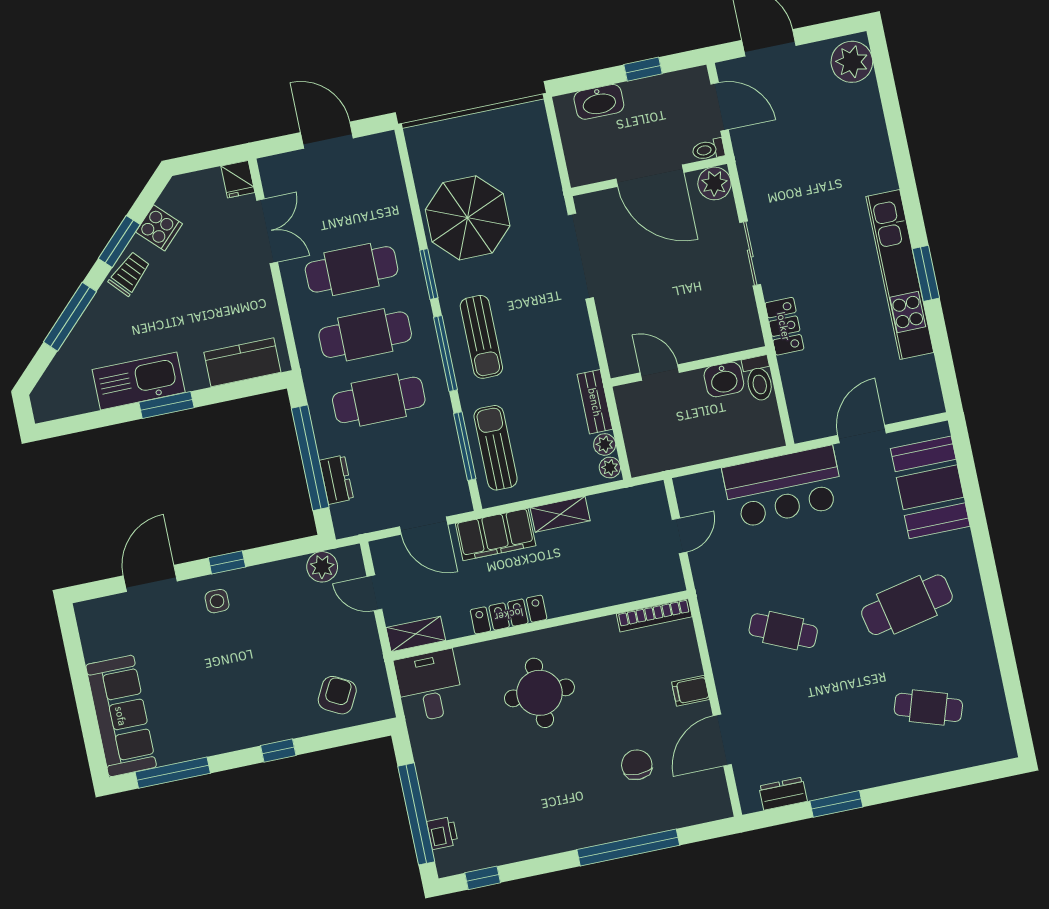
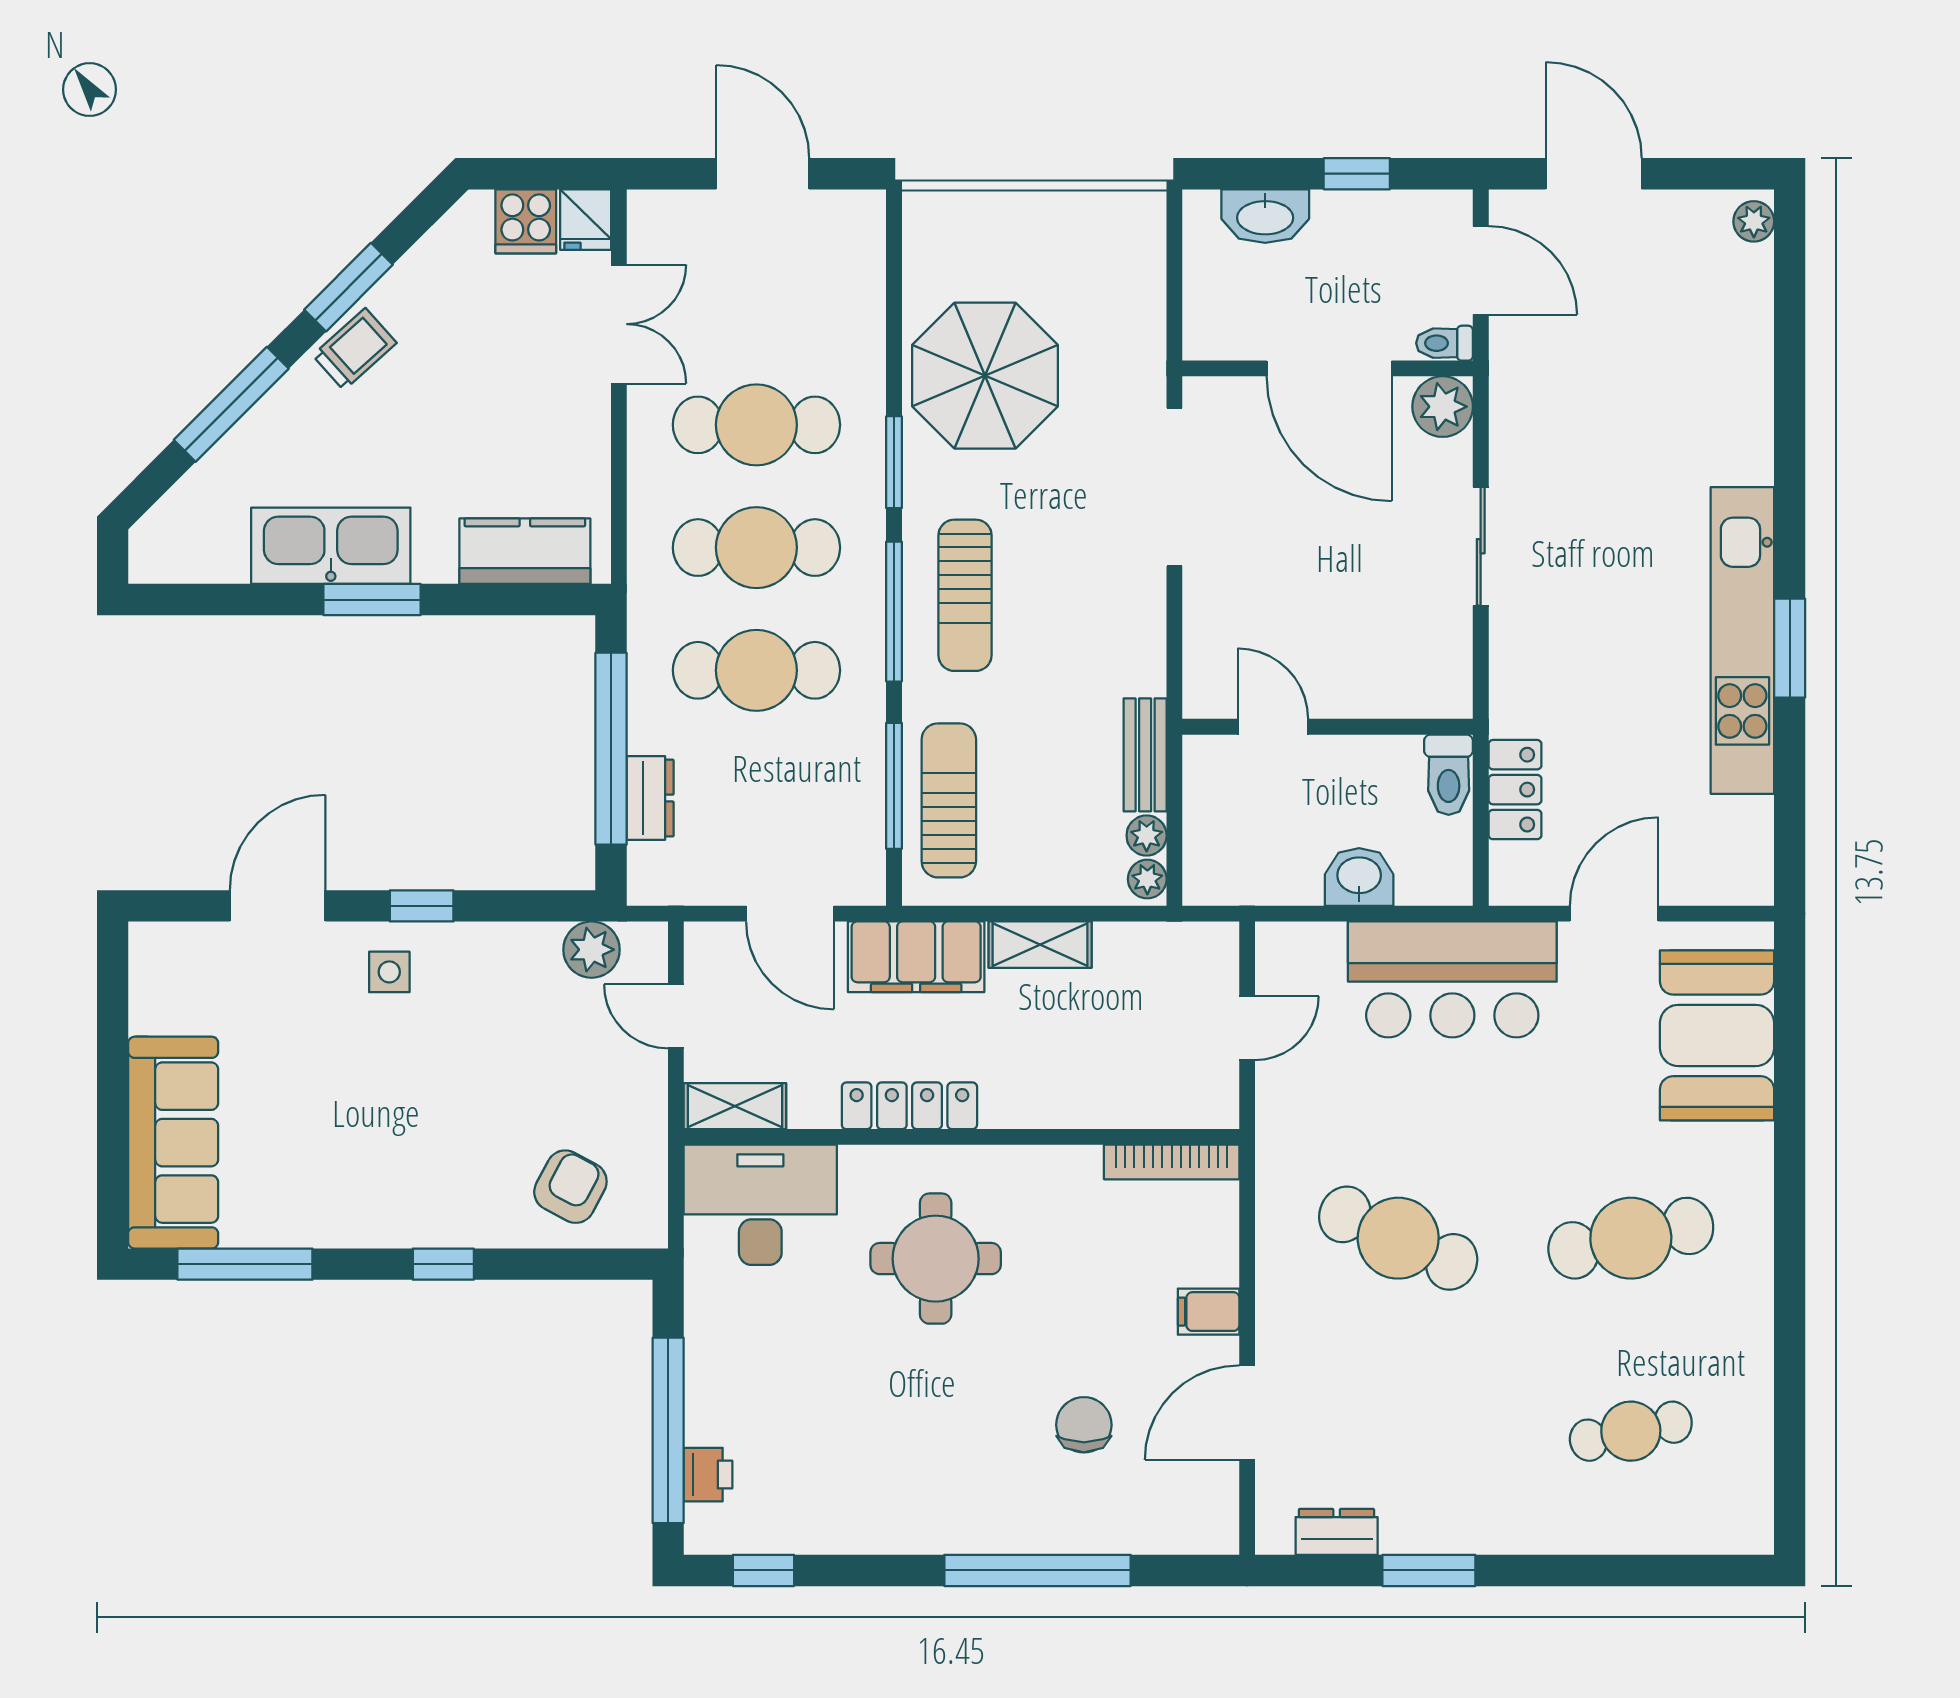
plant: (852, 62) -> (1754, 221), width x0.53, depth x0.53
cooker: (159, 228) -> (526, 221), moved, turned 45
locker: (784, 326) -> (1515, 790), moved
washbasin: (724, 379) -> (1359, 877), moved, turned 180
cafe table: (783, 631) -> (1398, 1238), width x1.37, depth x1.35
desk: (429, 686) -> (760, 1205), width x1.37
cafe table: (928, 707) -> (1631, 1431), turned -30

